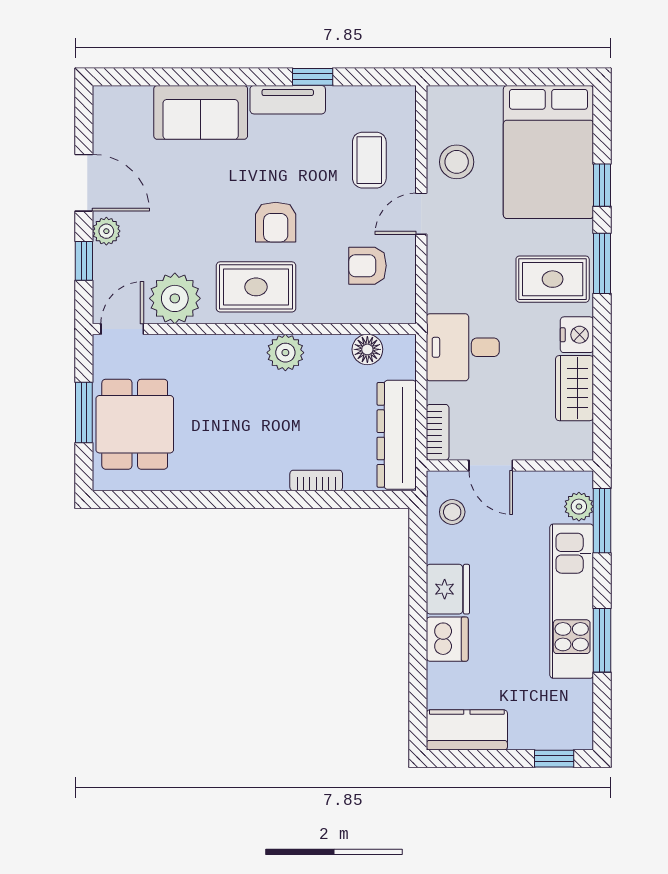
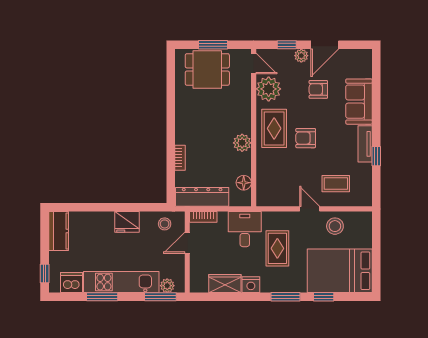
armchair: (368, 266) -> (318, 89), moved, turned -90
rug: (553, 279) -> (277, 248), moved
dishwasher: (447, 639) -> (71, 283), moved, turned 180

